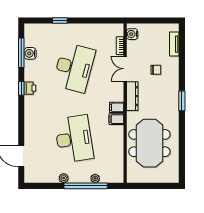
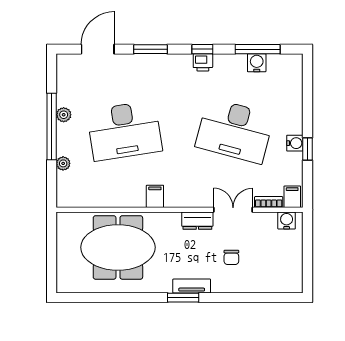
window: (60, 21) -> (307, 149), moved
water cooler: (82, 29) -> (295, 143), added
tv unit: (174, 44) -> (192, 286), moved
dresser: (132, 96) -> (197, 221), width x0.70
filing cabinet: (117, 107) -> (292, 197), moved
window: (21, 122) -> (150, 49), added
window: (86, 186) -> (52, 127), moved

